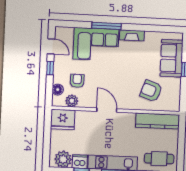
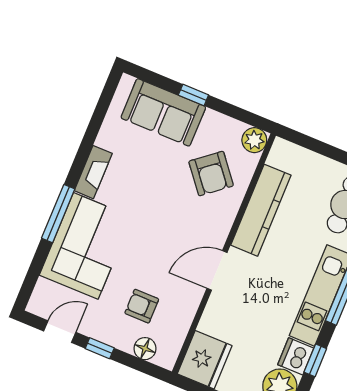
armchair: (151, 91) -> (211, 174), turned -58
plant: (72, 101) -> (254, 140), moved
kitchen counter: (158, 121) -> (261, 210), moved

